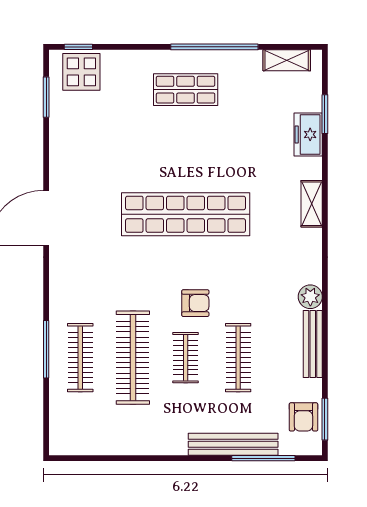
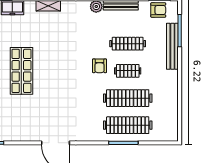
shop shelf: (186, 214) -> (21, 71), moved, width x0.71
armchair: (195, 303) -> (100, 66), turned 180
clothes rail: (80, 358) -> (128, 125), width x1.37, depth x1.31

